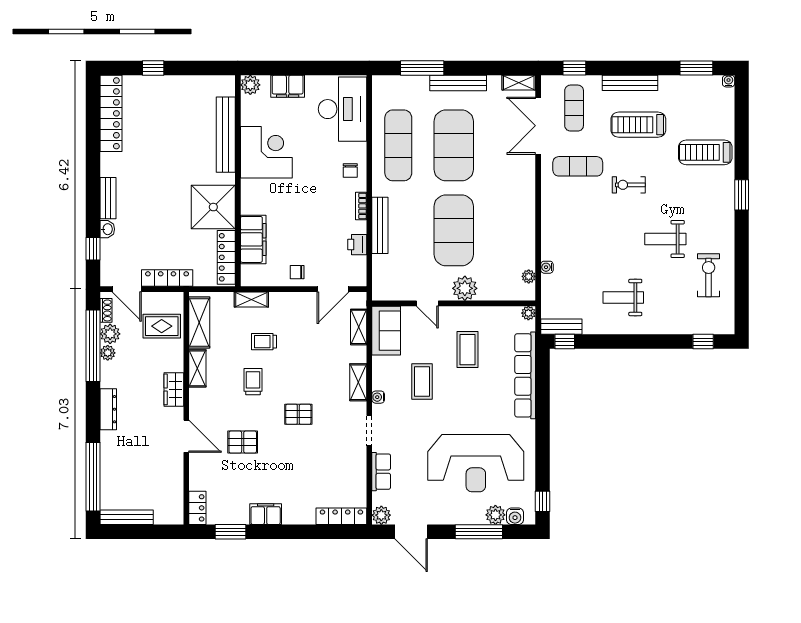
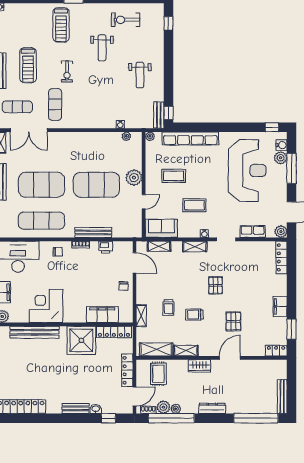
treadmill: (705, 152) -> (61, 25), moved

